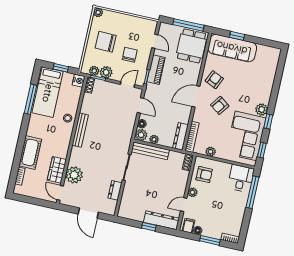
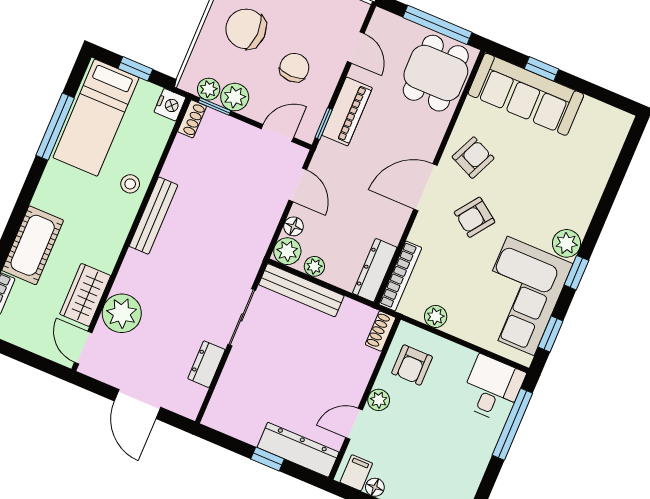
armchair: (204, 174) -> (412, 365), turned 90

